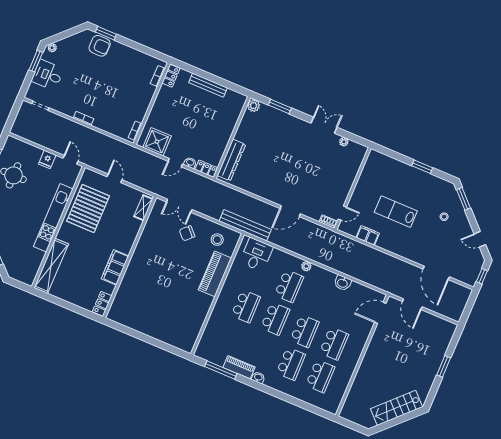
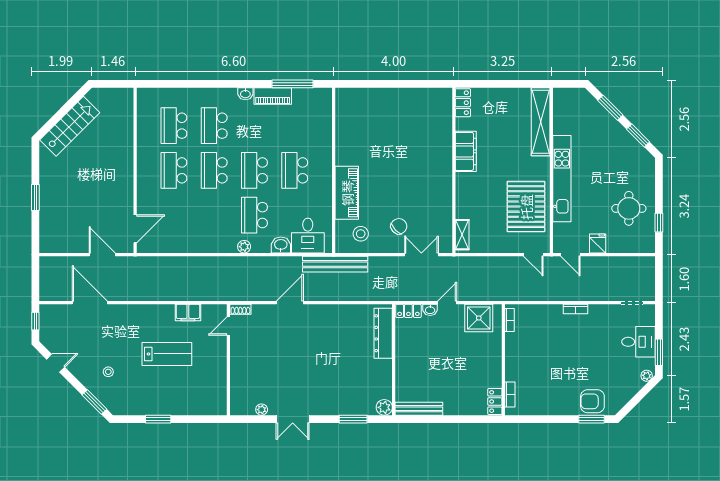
bench: (208, 85) -> (419, 409), moved
door: (114, 178) -> (533, 255), moved
washbasin: (343, 283) -> (281, 245), moved

